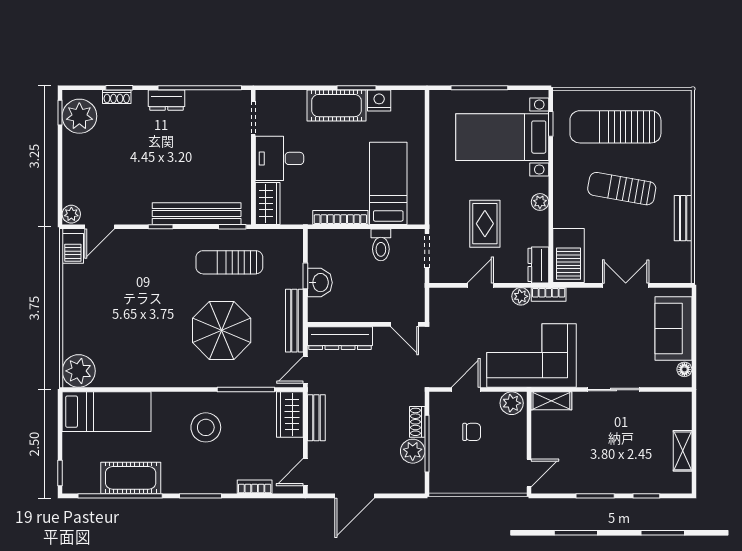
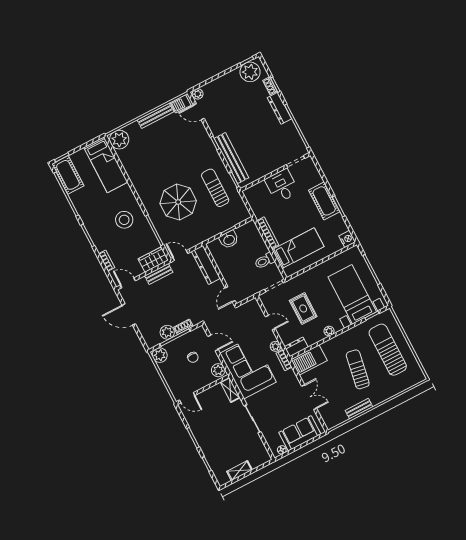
dresser: (167, 100) -> (279, 108), width x1.44
nightstand: (379, 101) -> (347, 239), moved
wardrobe: (268, 204) -> (256, 192), removed
rug: (485, 224) -> (303, 309), turned 90
bench: (294, 321) -> (155, 116), moved
cot: (131, 478) -> (68, 175), moved
plant: (442, 481) -> (160, 355), added

